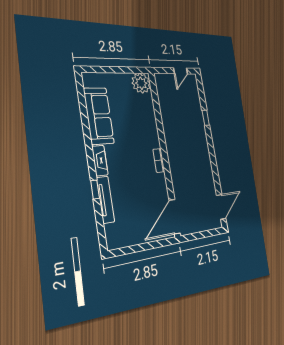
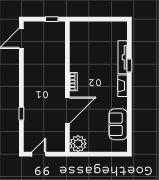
sofa: (99, 116) -> (118, 124), width x0.73
door: (175, 217) -> (67, 110), moved
window: (195, 236) -> (52, 19), added

